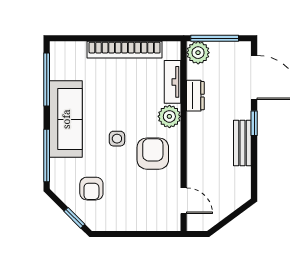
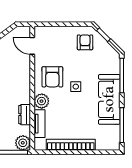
armchair: (91, 189) -> (85, 42), moved

